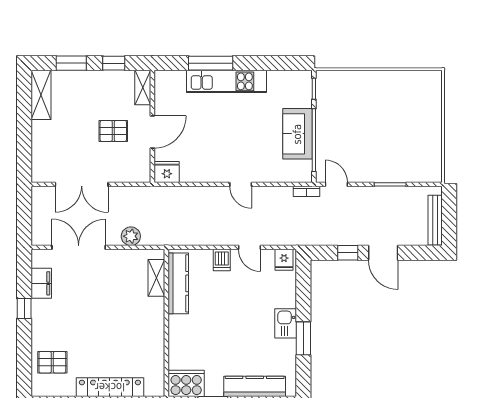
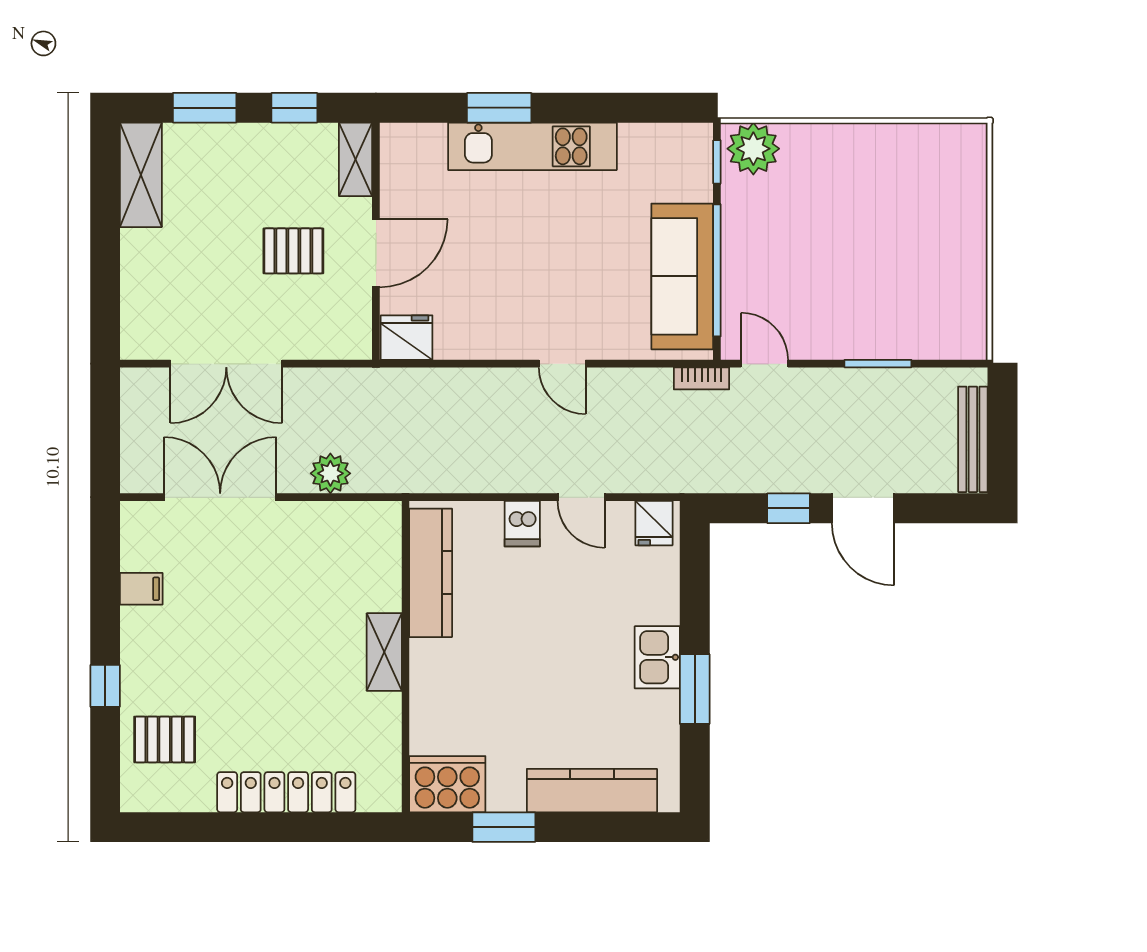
window: (211, 63) -> (499, 108), width x0.69
plant: (331, 82) -> (753, 149), added
sofa: (297, 134) -> (682, 276), width x1.36
shelving: (156, 278) -> (384, 652), moved
filing cabinet: (41, 283) -> (141, 589), width x0.50
window: (24, 308) -> (105, 686), moved

